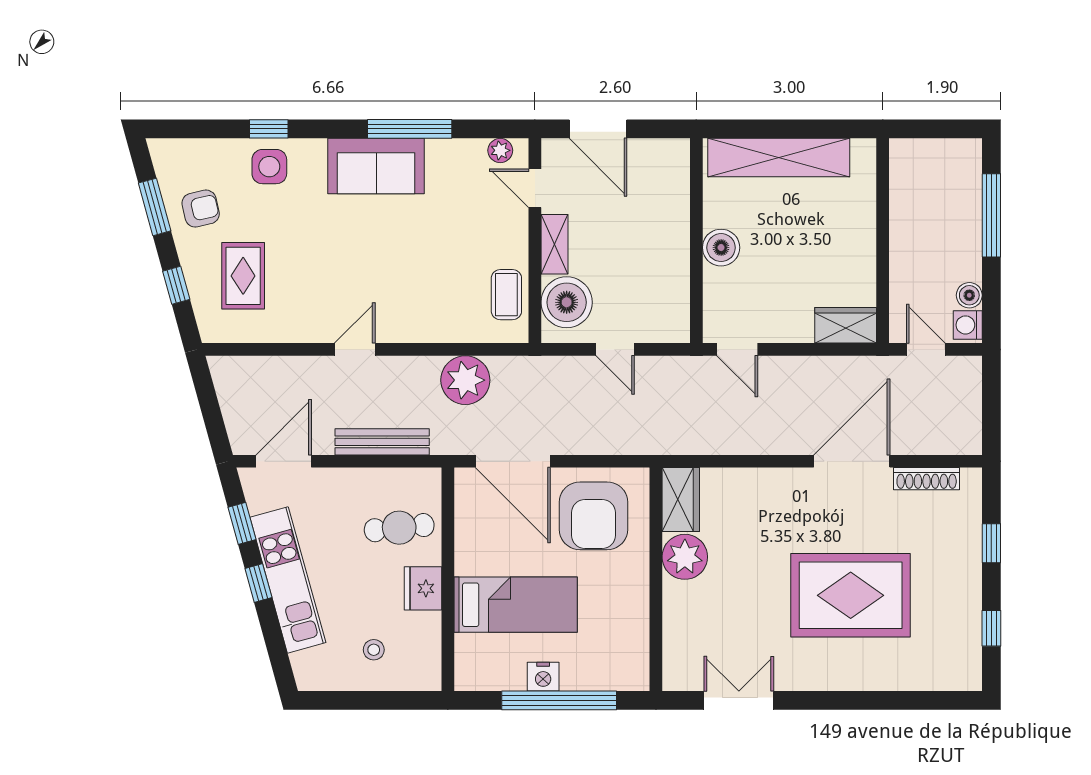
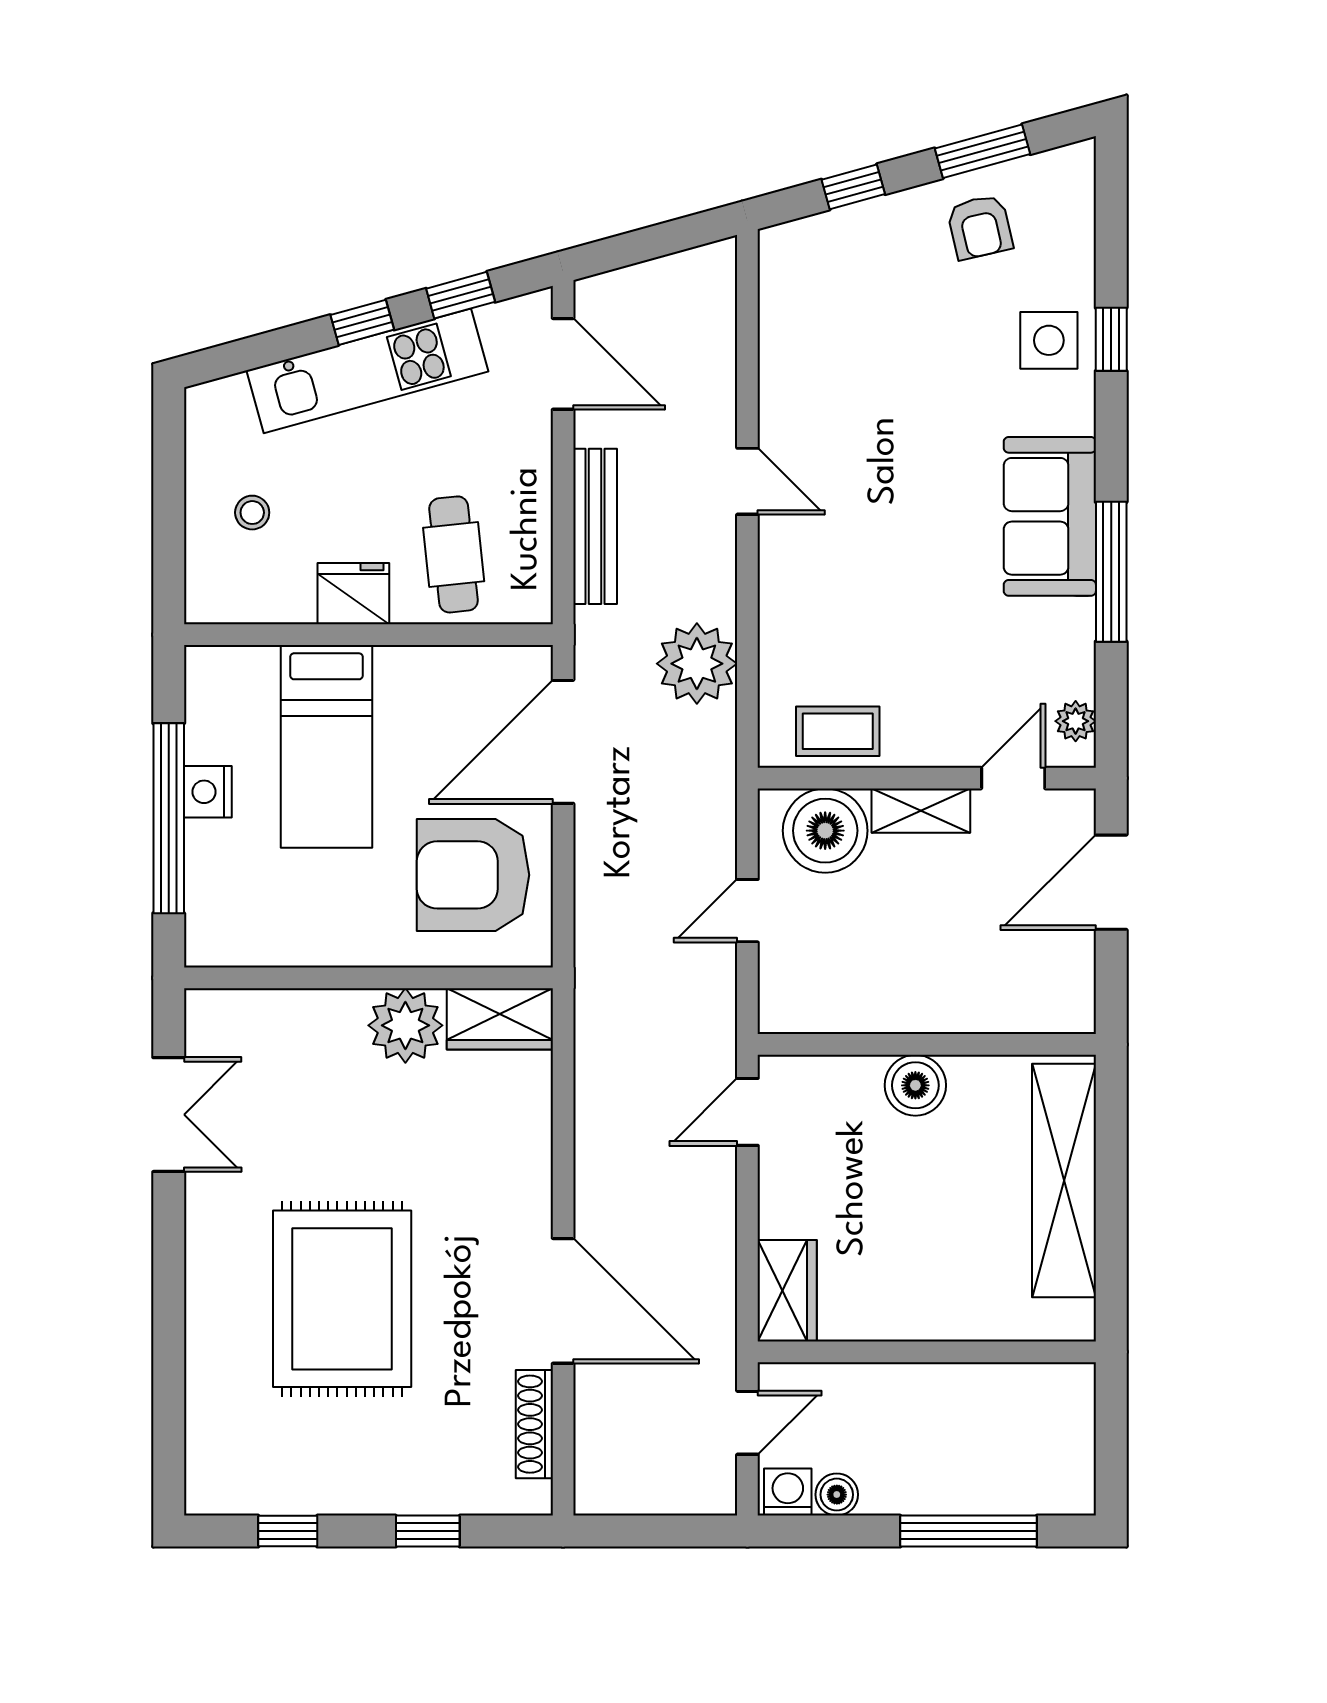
rug: (243, 276) -> (869, 297), removed

